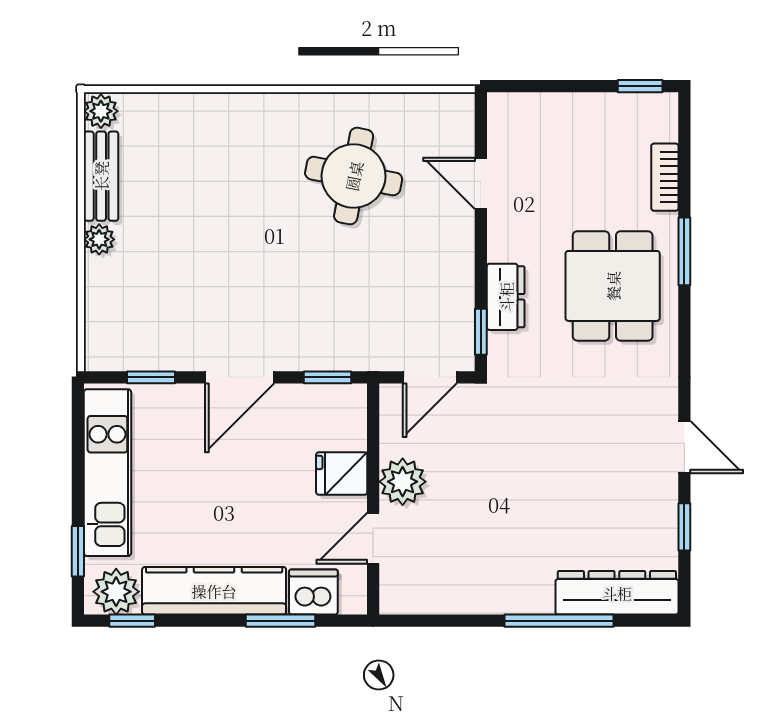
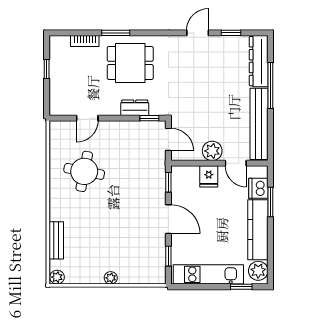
window: (640, 86) -> (47, 69), moved
bench: (101, 176) -> (56, 240), moved, turned 90
bench: (467, 593) -> (259, 124), added
window: (132, 621) -> (270, 264), removed

